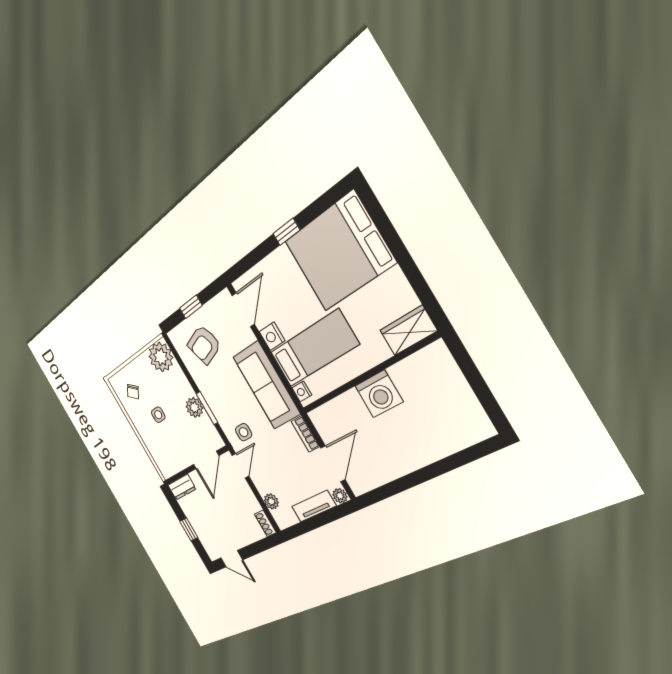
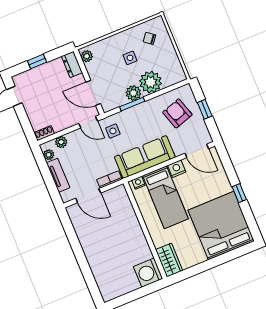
plant: (161, 357) -> (151, 82), moved
washing machine: (379, 394) -> (148, 273), moved
plant: (169, 469) -> (87, 56), added
plant: (340, 496) -> (49, 155), moved

